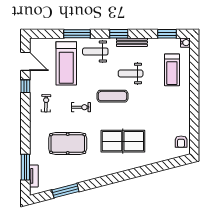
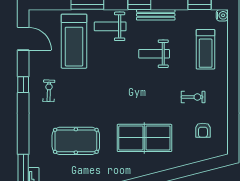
window: (25, 86) -> (23, 85), moved
exercise mat: (112, 96) -> (132, 82), removed
exercise bike: (81, 107) -> (193, 97), moved
armchair: (181, 142) -> (203, 130), moved

